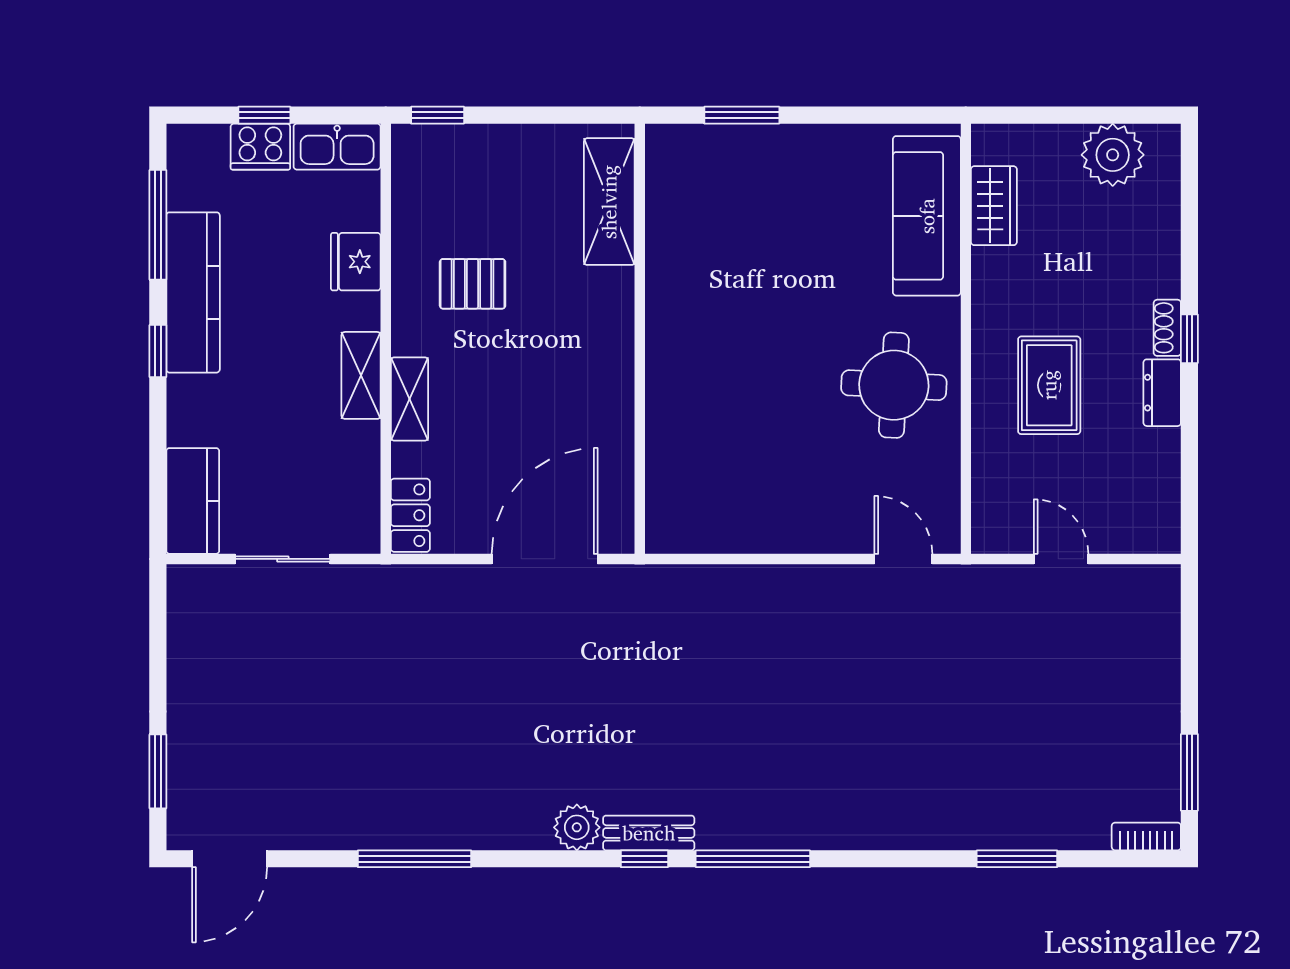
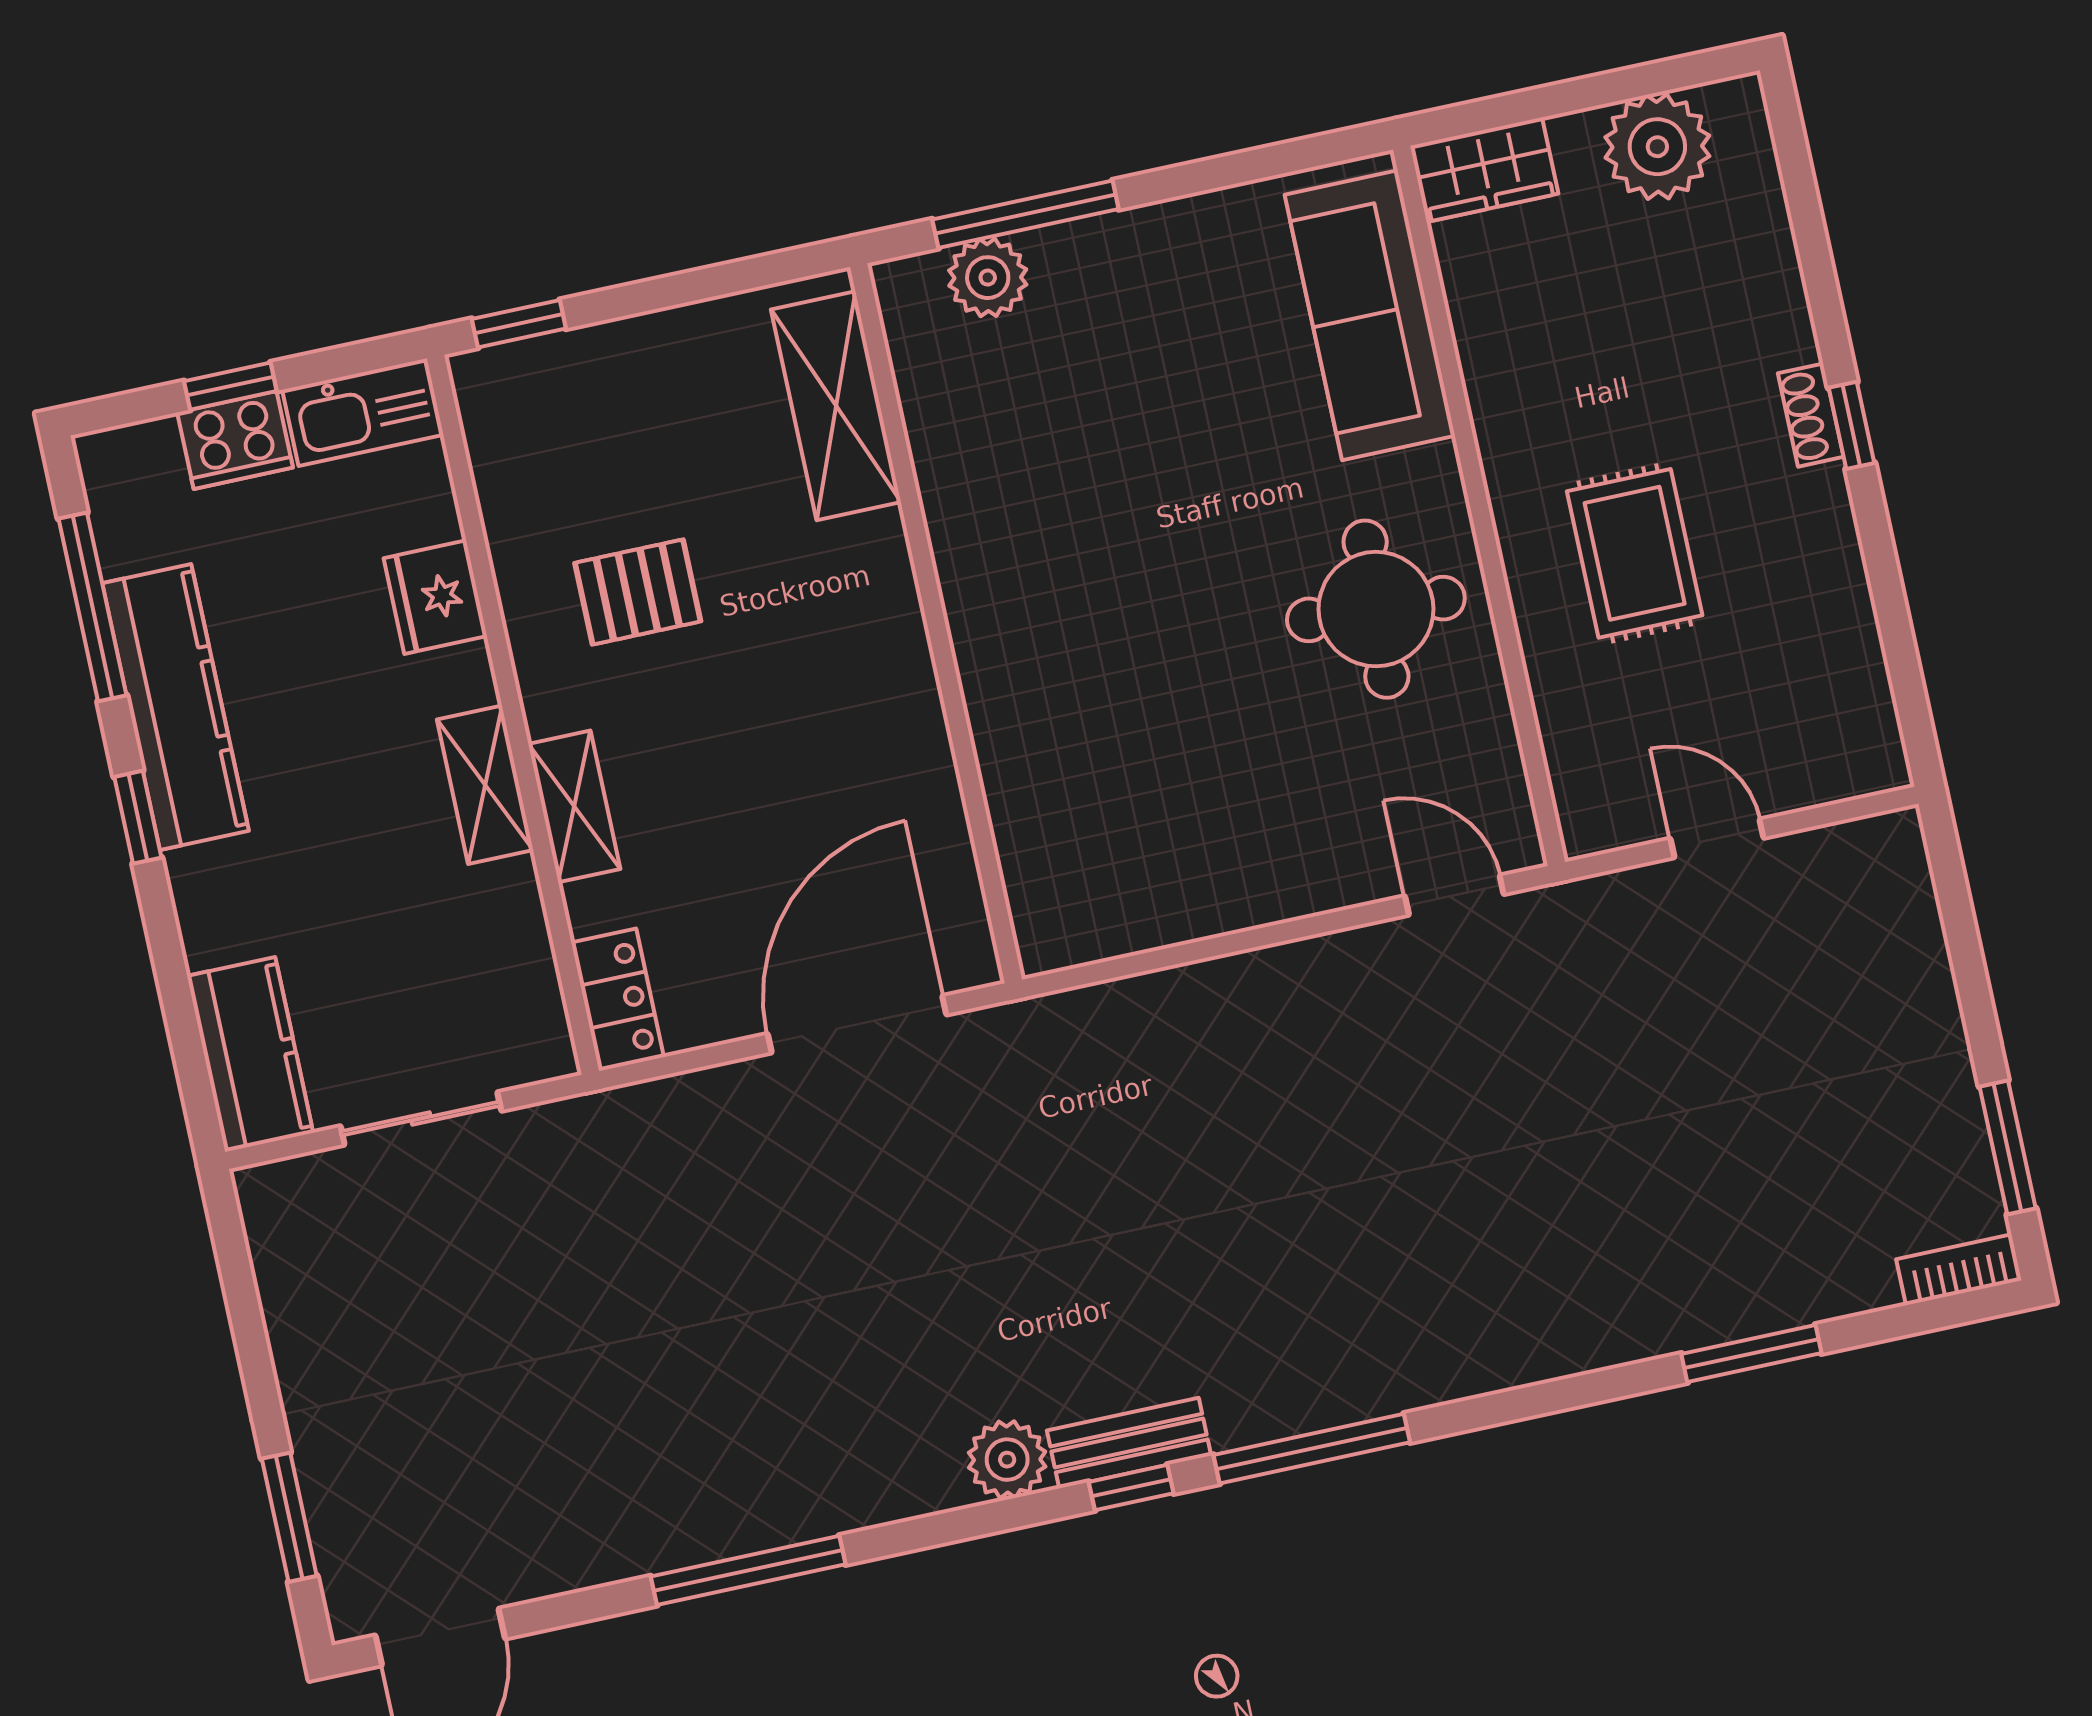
window: (742, 115) -> (1025, 214), width x1.44
plant: (712, 147) -> (988, 278), added
wardrobe: (994, 206) -> (1484, 170), moved, turned 90
dresser: (1162, 393) -> (1825, 525), removed

